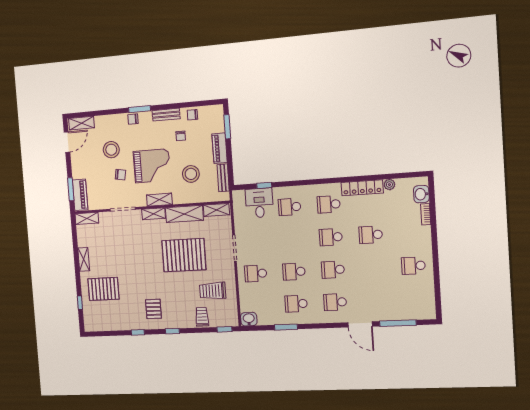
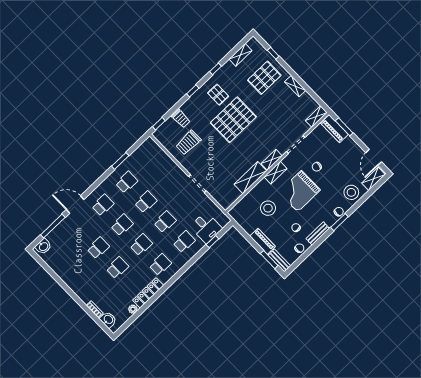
stool: (111, 150) -> (351, 192), moved
bench: (223, 178) -> (279, 260), moved
shelving: (216, 210) -> (240, 55), moved
pallet: (184, 255) -> (233, 120), moved
school desk: (413, 266) -> (98, 248), moved
school desk: (256, 274) -> (165, 222), moved
trolley: (213, 291) -> (188, 143), turned 180
washbasin: (249, 319) -> (43, 246), moved

